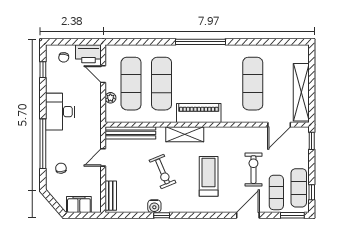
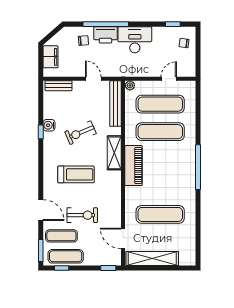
printer: (88, 54) -> (106, 35), moved, turned -90
plant: (110, 98) -> (130, 85), moved

